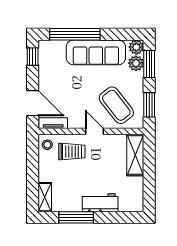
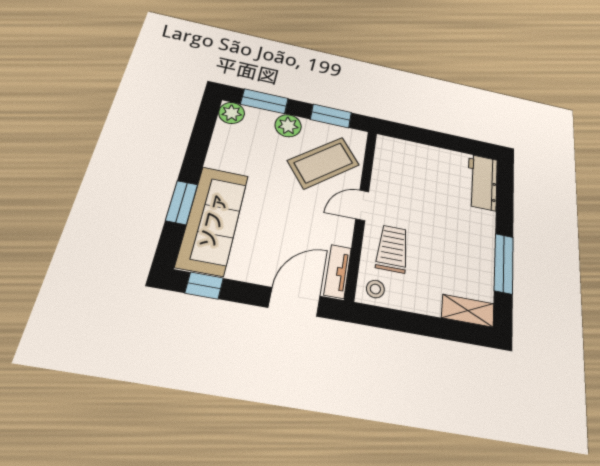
window: (75, 34) -> (182, 203), width x0.47
sofa: (96, 52) -> (213, 220), moved
plant: (136, 63) -> (288, 126), moved
shelving: (135, 155) -> (408, 153), removed
workbench: (100, 203) -> (482, 182), moved

